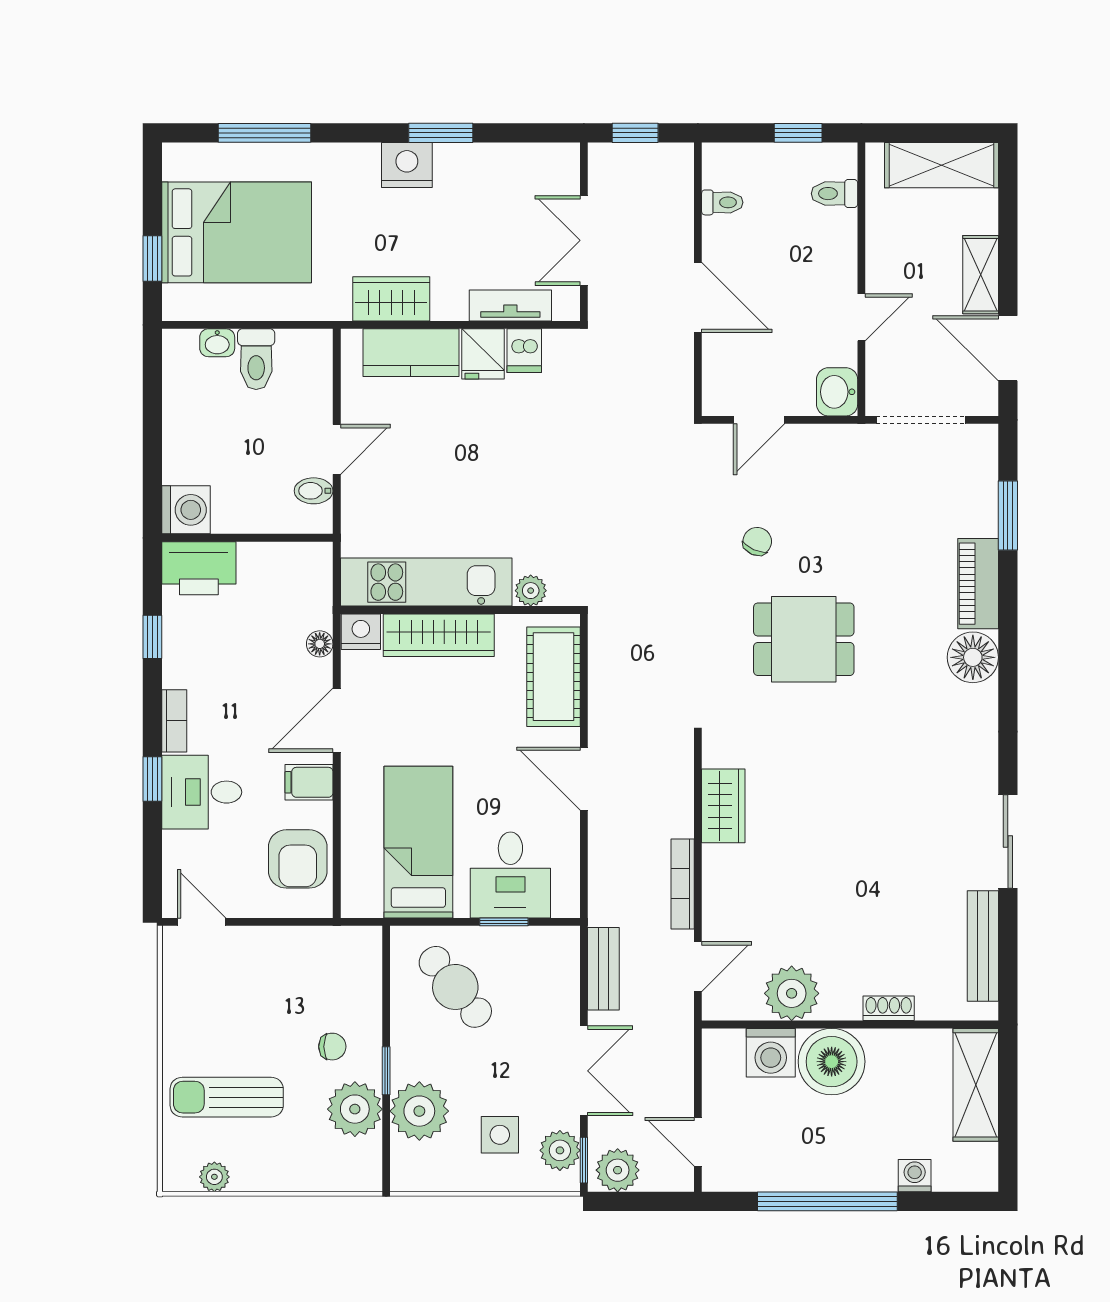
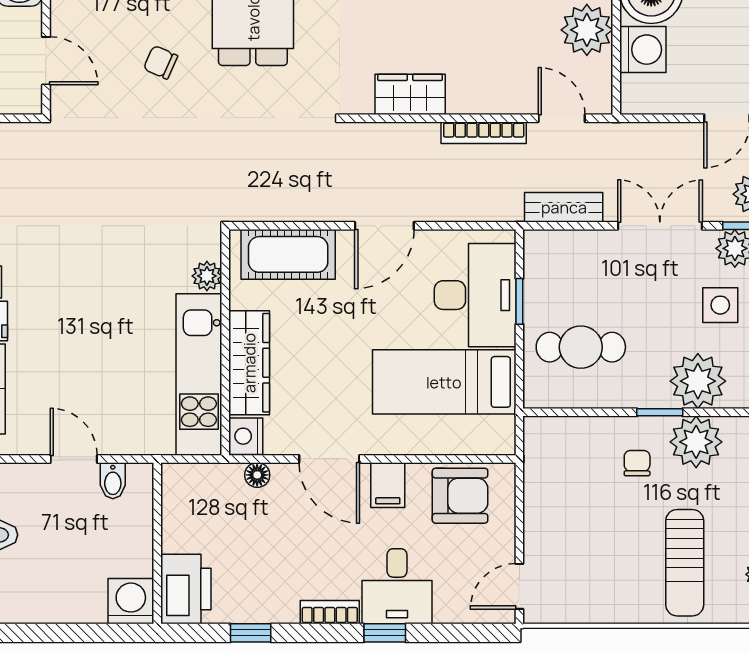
desk: (510, 875) -> (475, 295), width x1.37
cafe table: (455, 987) -> (581, 347), turned 39

